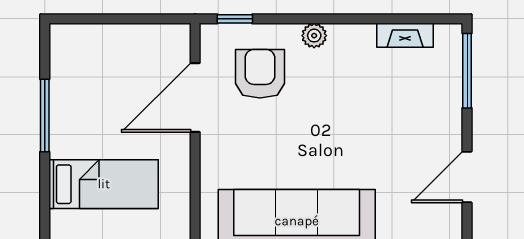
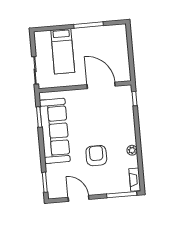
fireplace: (405, 35) -> (135, 180), moved
plant: (314, 36) -> (132, 150), moved
armchair: (260, 74) -> (96, 156), moved, turned -90

